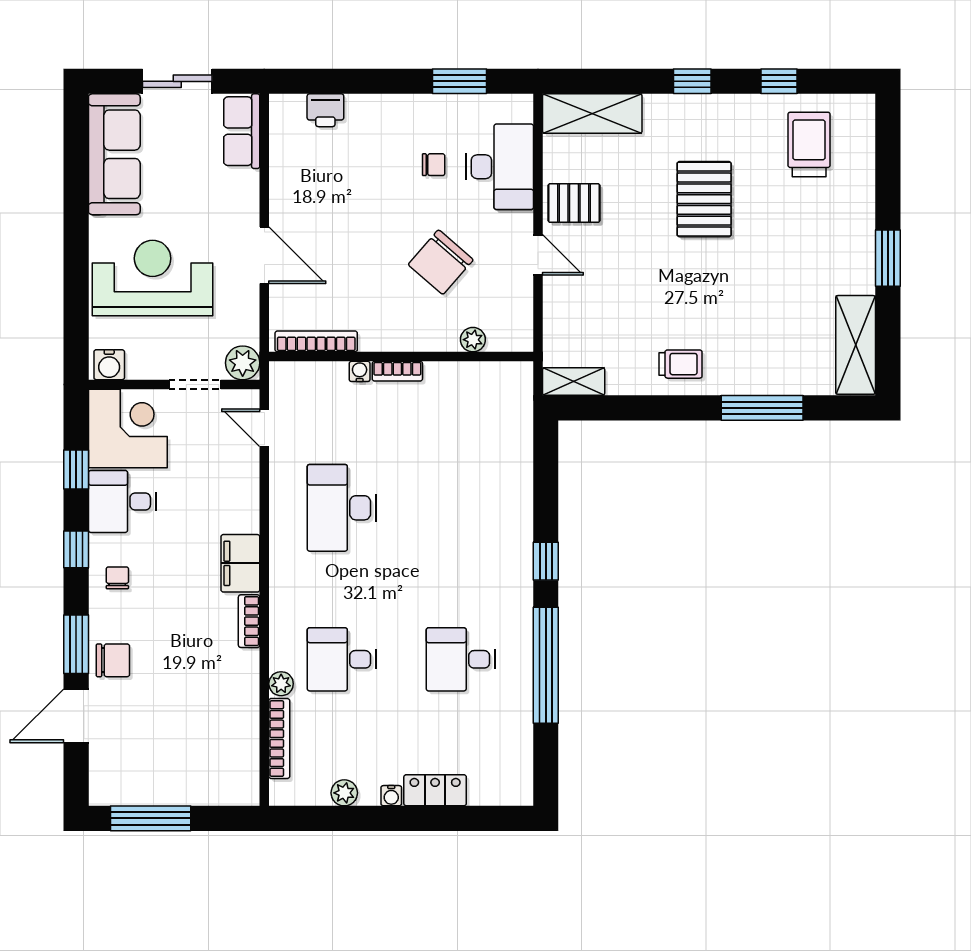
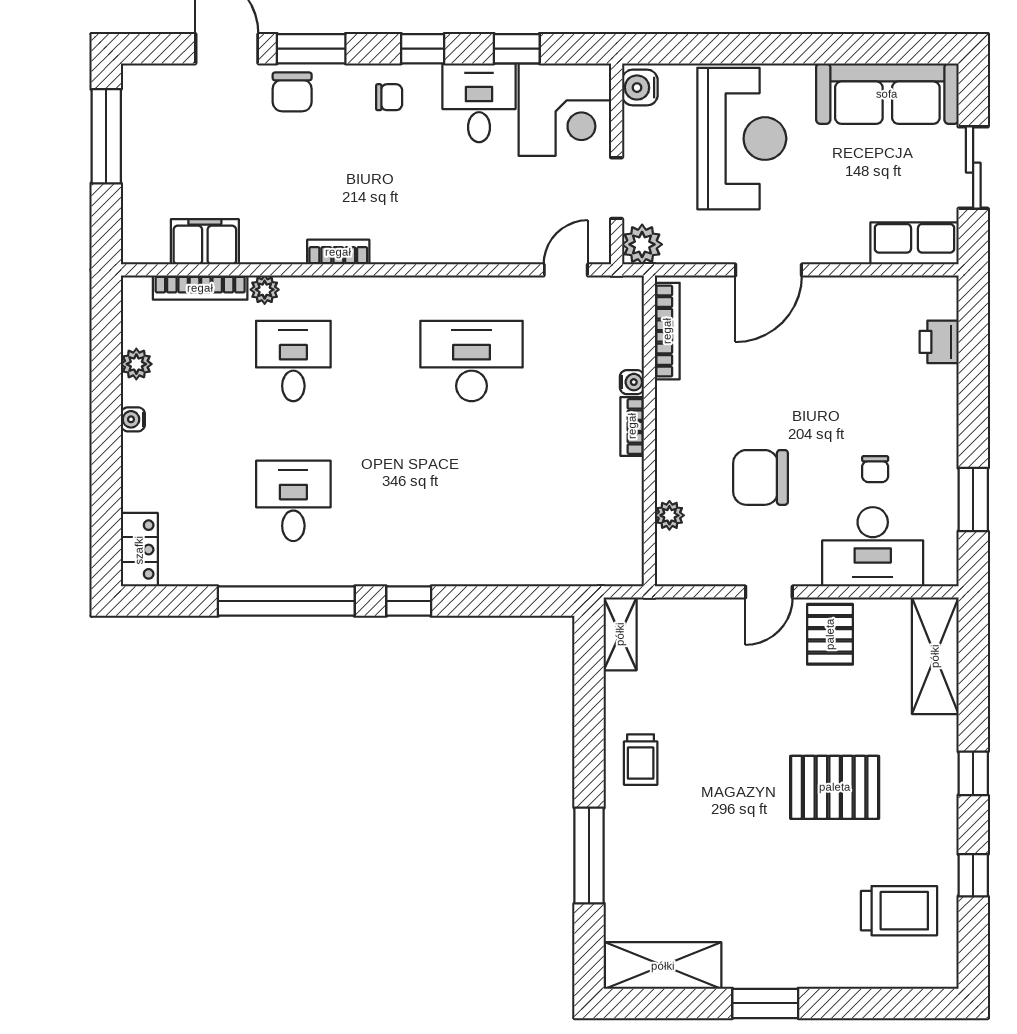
chair: (441, 262) -> (760, 477), turned -41
filing cabinet: (240, 563) -> (205, 242), moved
locker: (435, 790) -> (139, 550), moved

